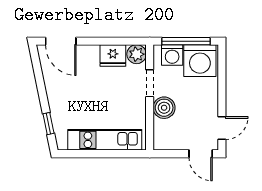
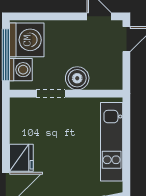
plant: (137, 54) -> (20, 108), removed
fridge: (113, 56) -> (21, 158), moved

